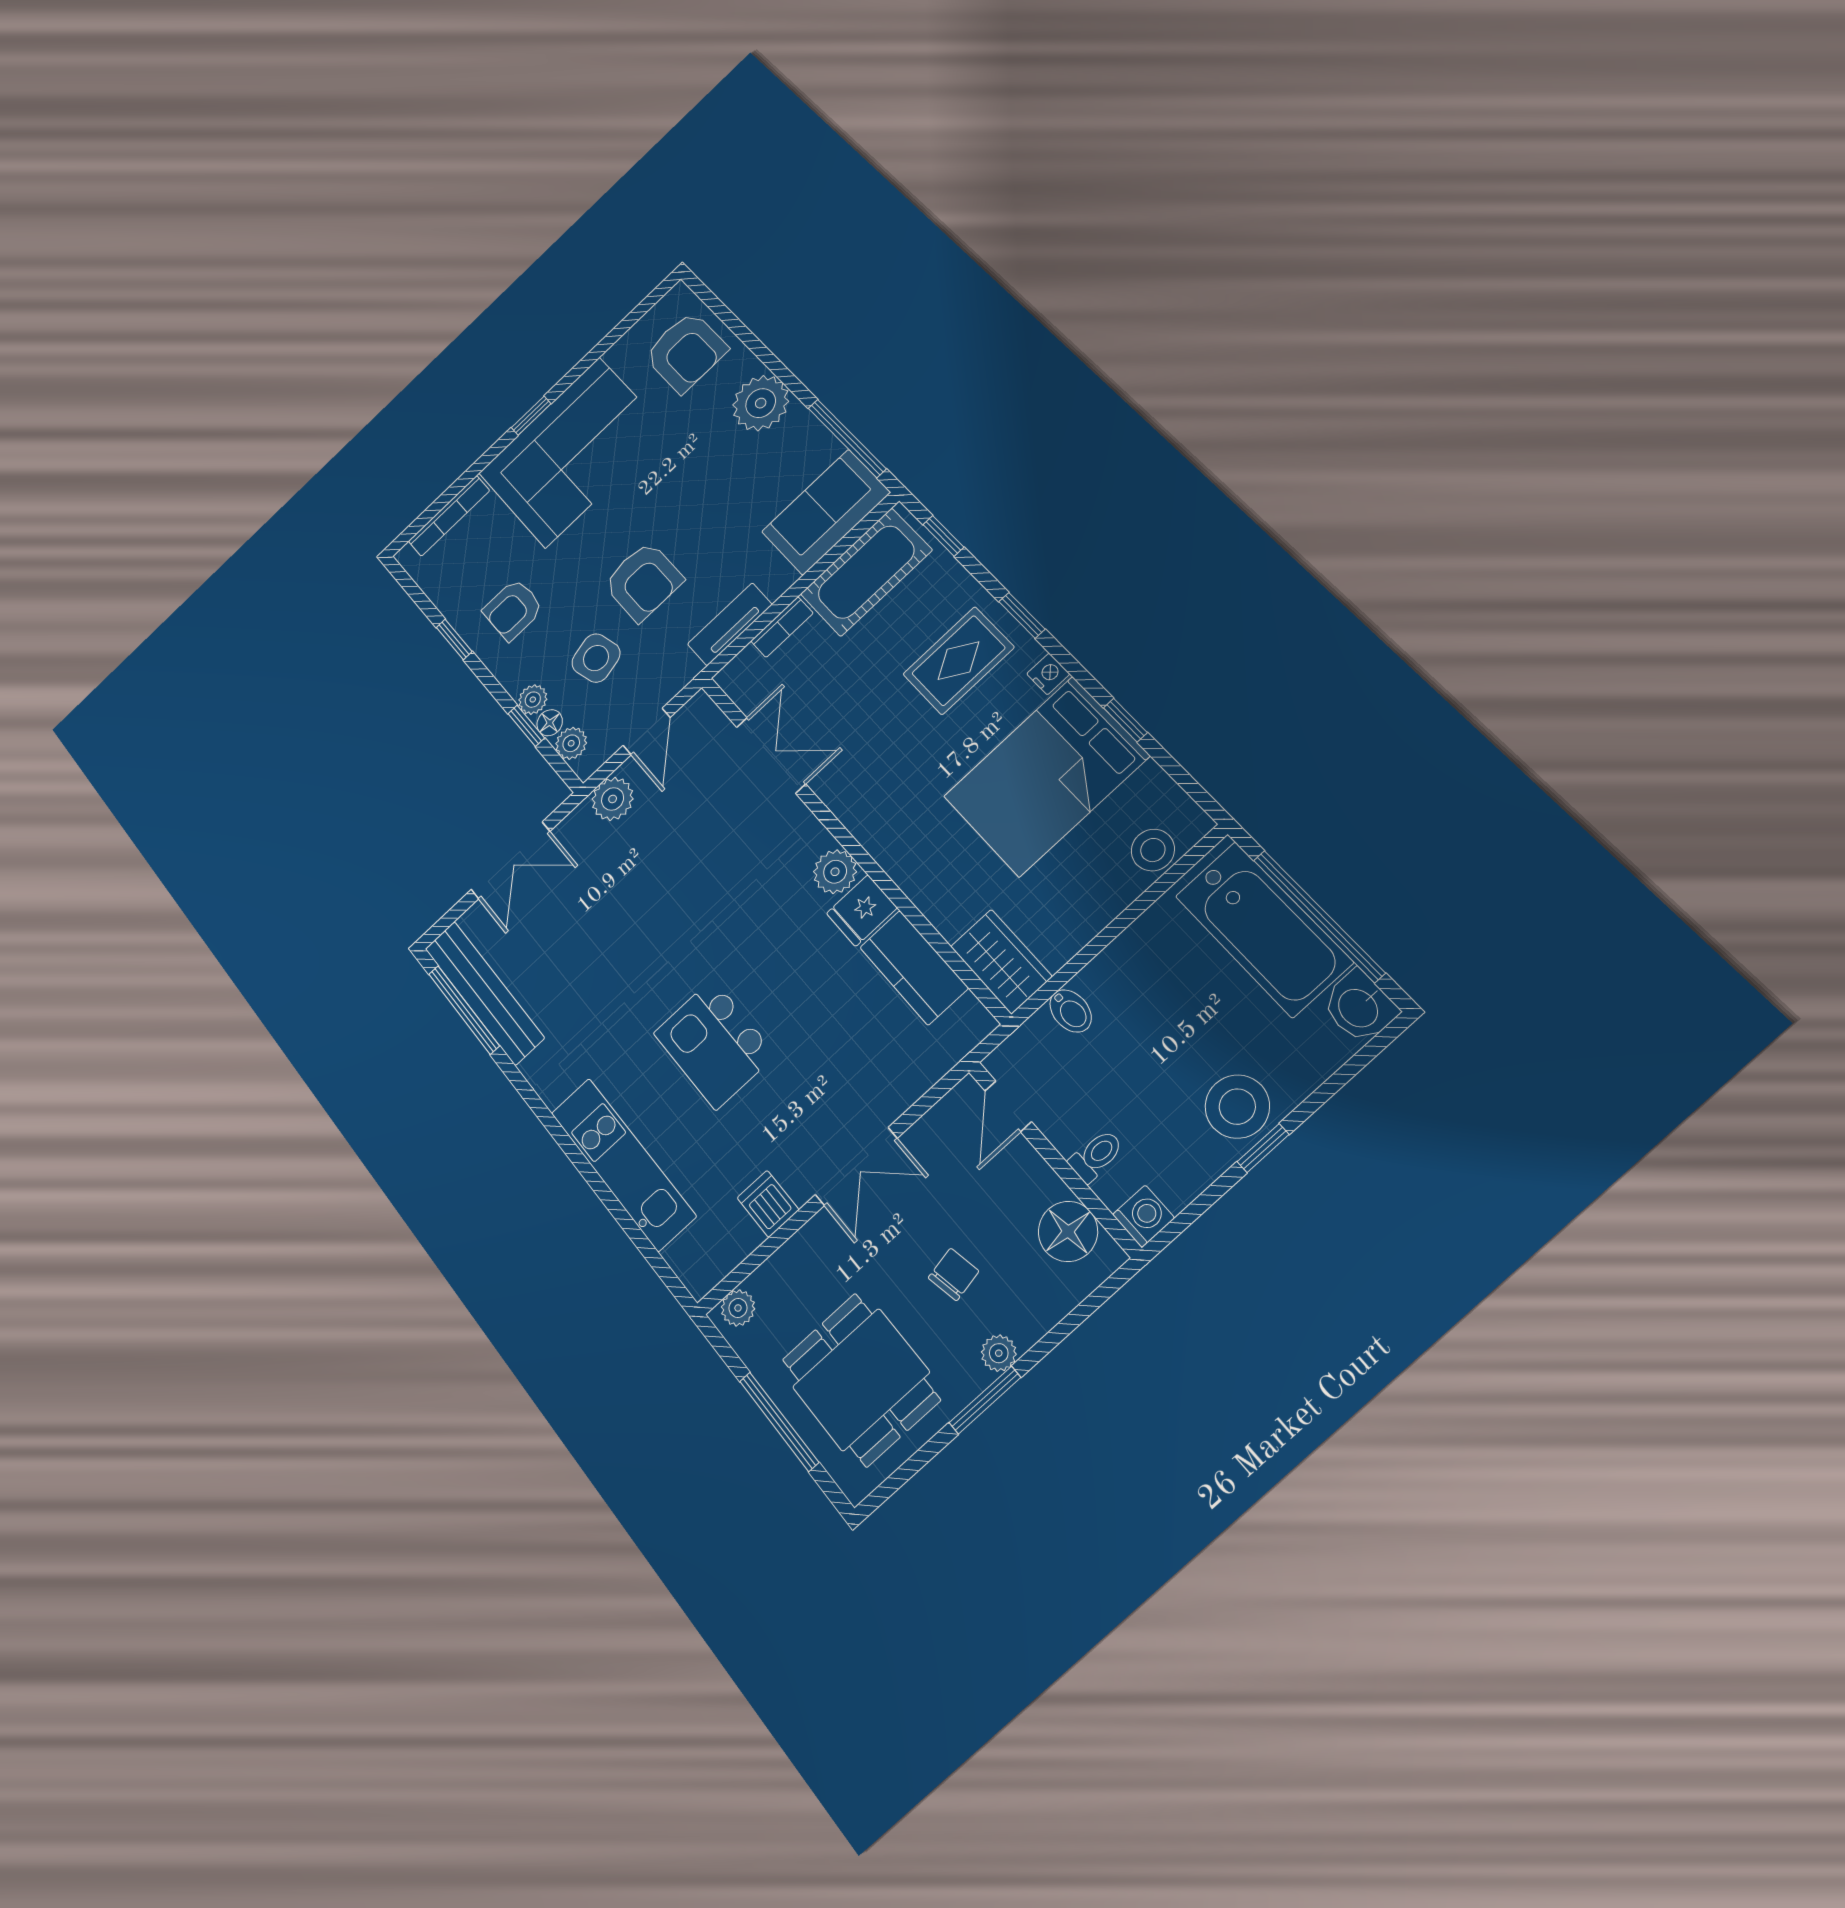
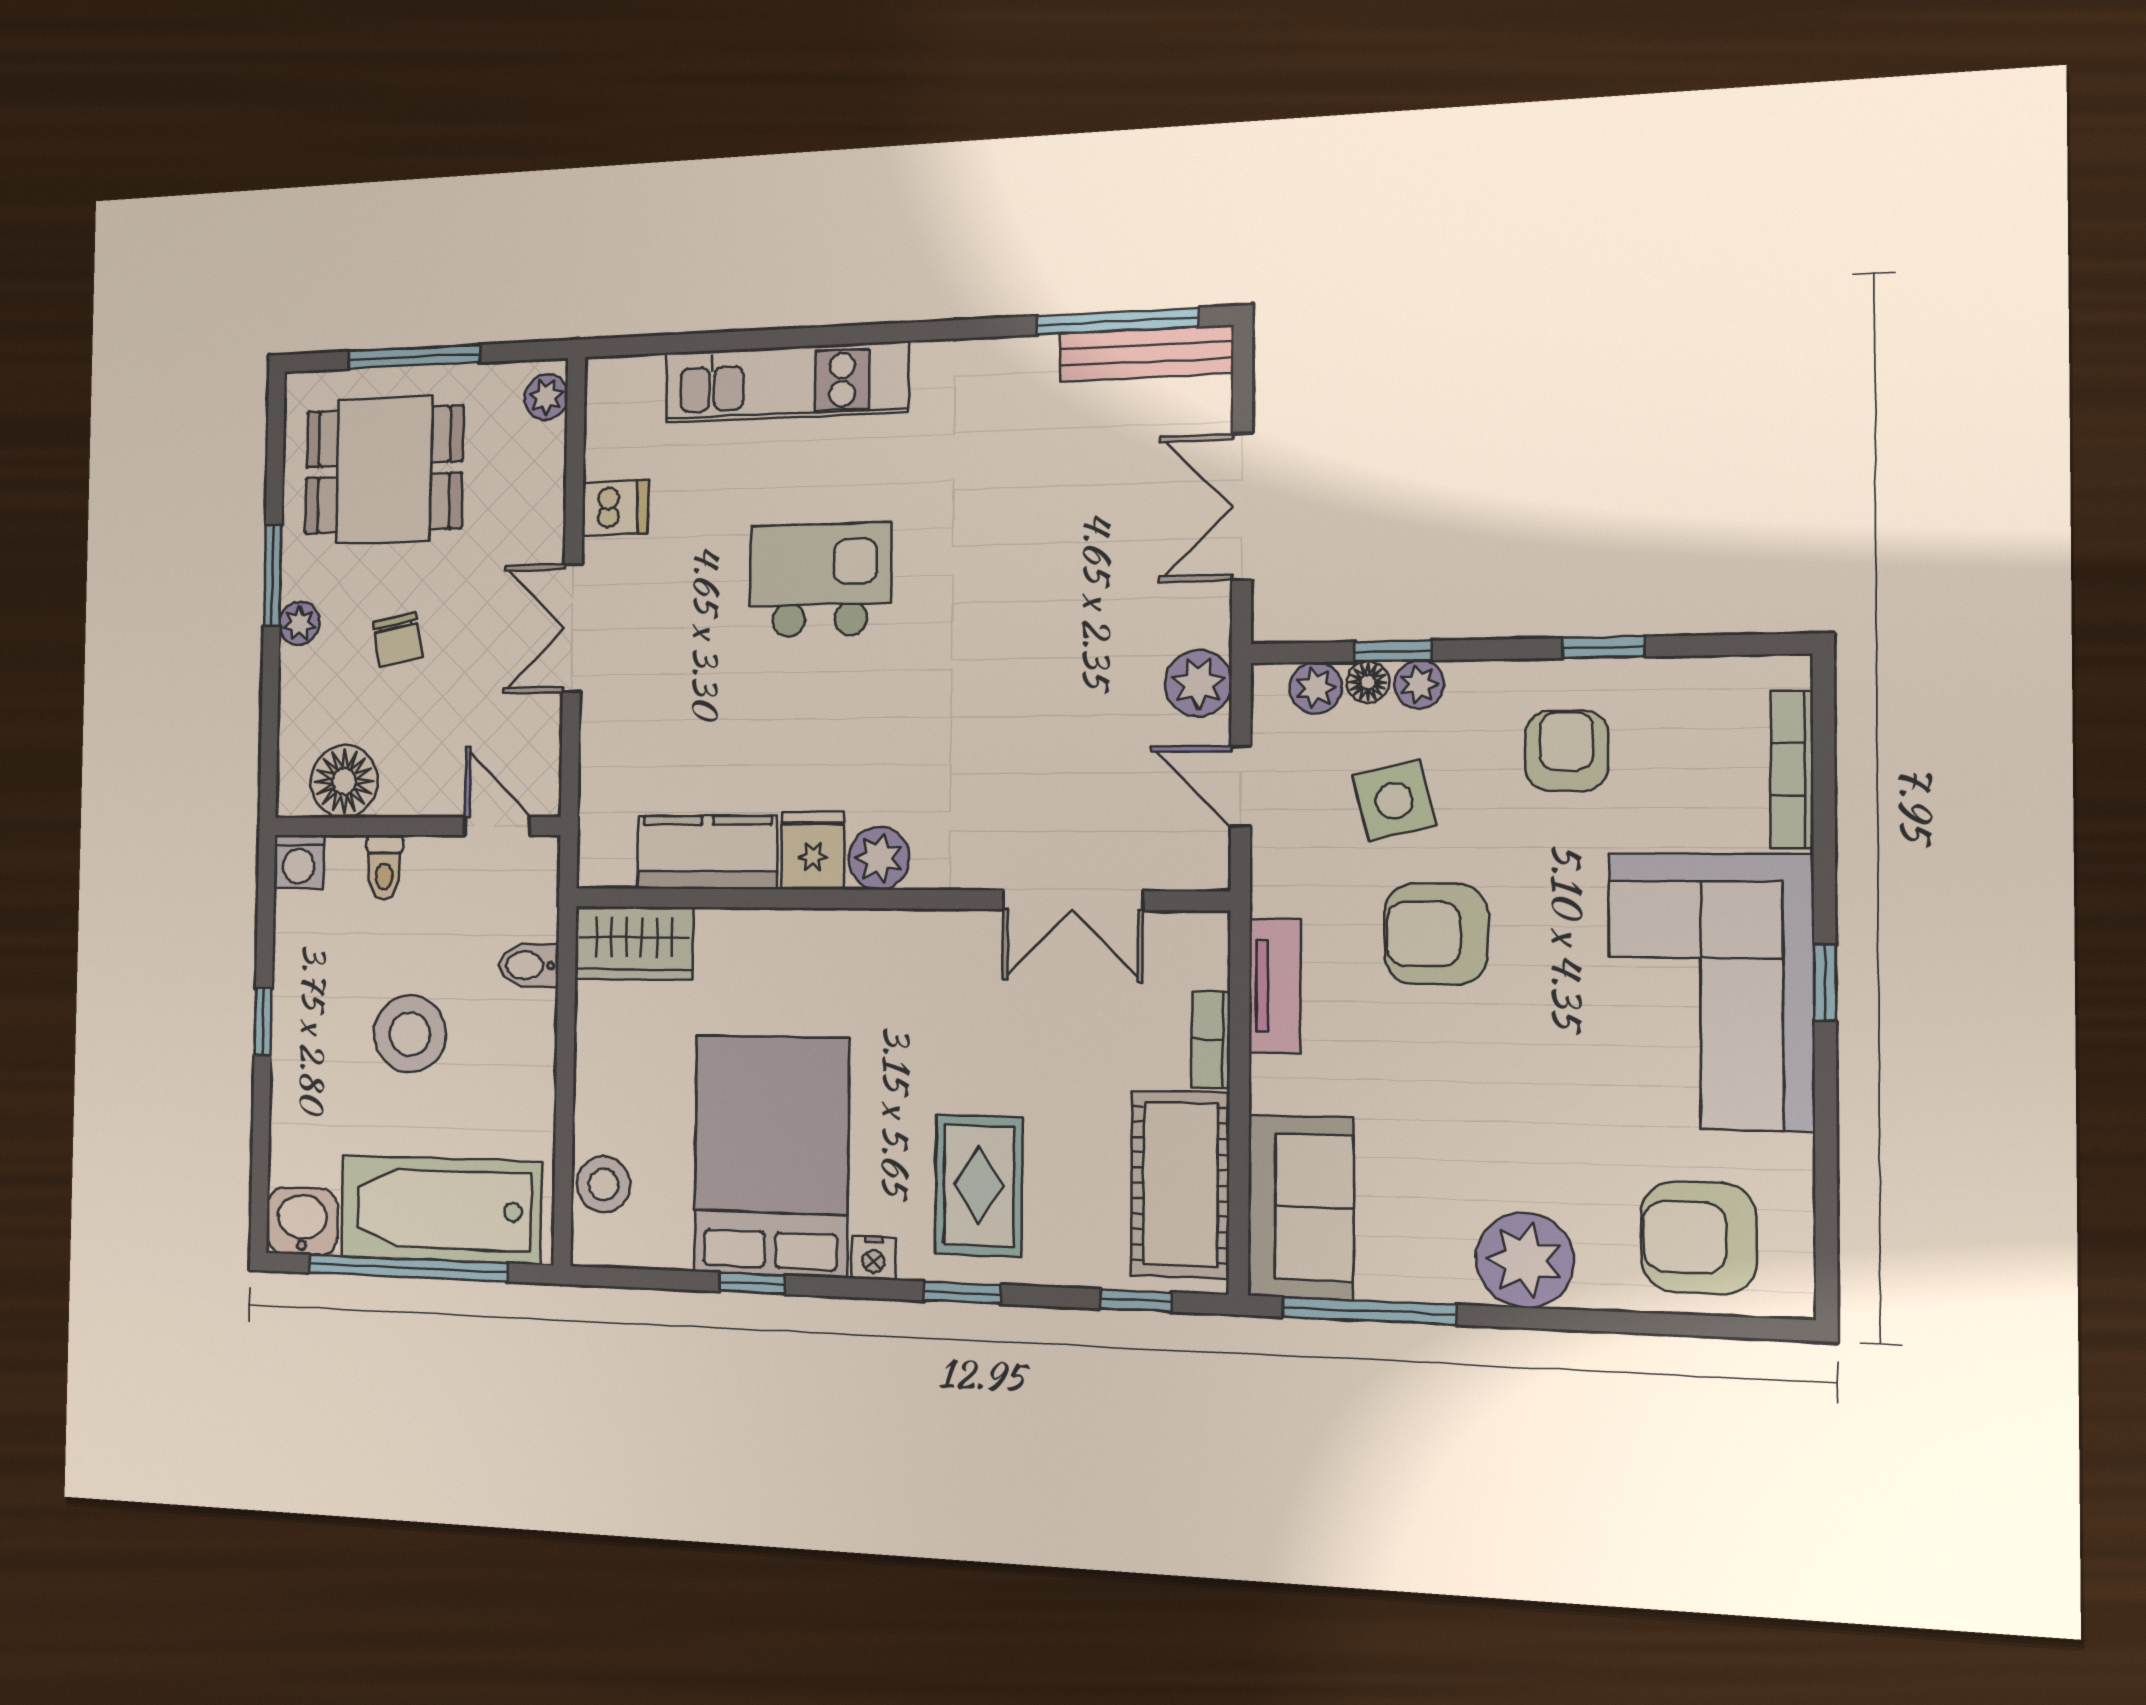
bench: (484, 993) -> (1146, 353), width x0.73, depth x0.82
stool: (1237, 1107) -> (410, 1034), moved

